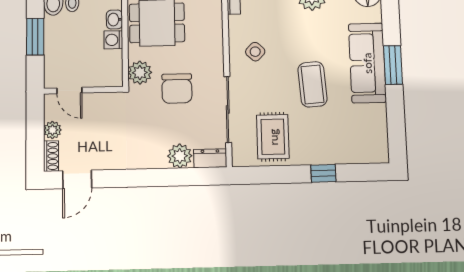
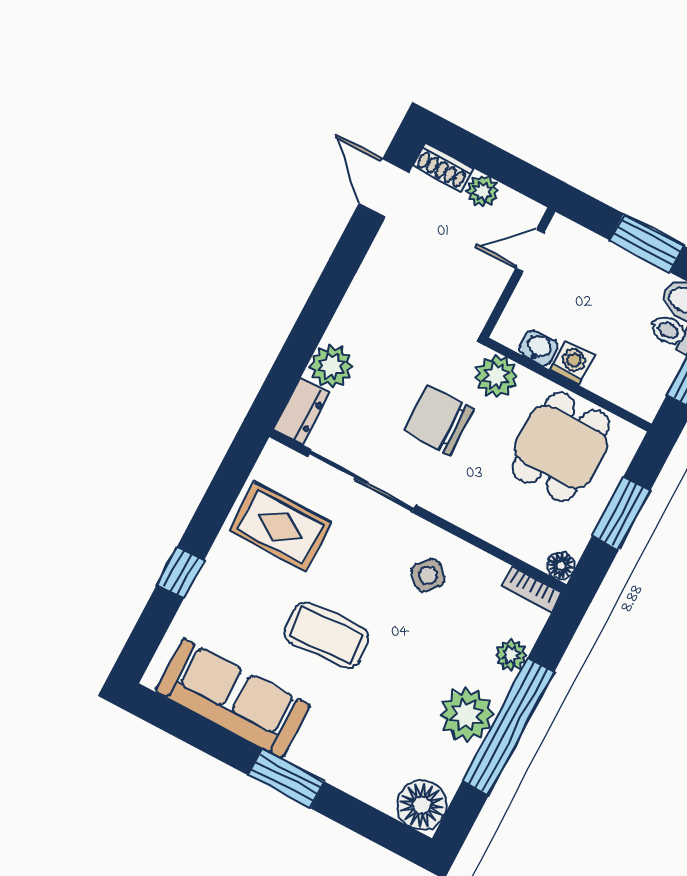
washbasin: (114, 20) -> (538, 348), moved
sofa: (367, 63) -> (233, 698), moved

